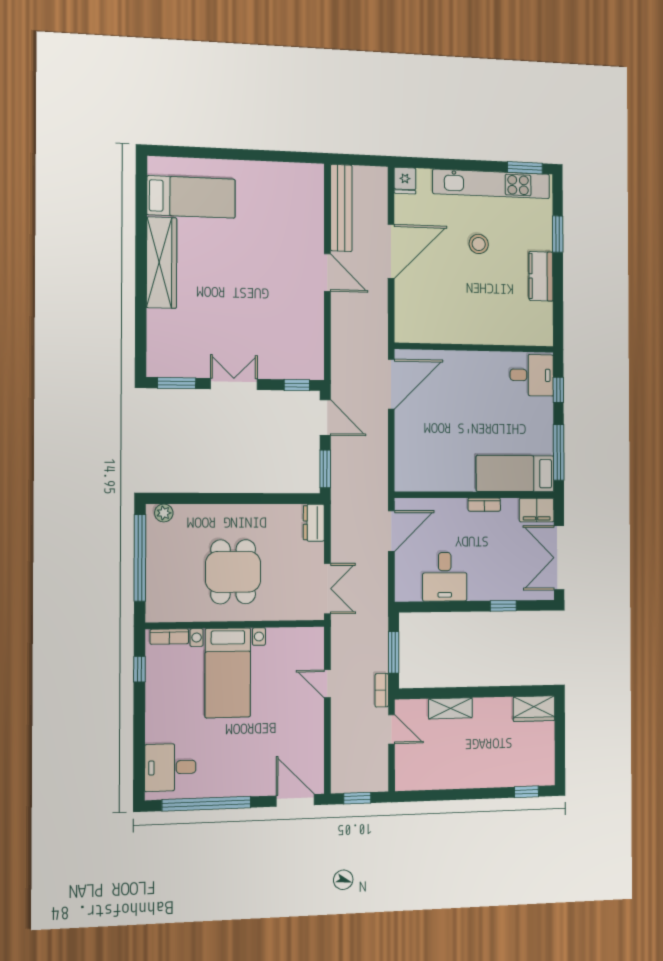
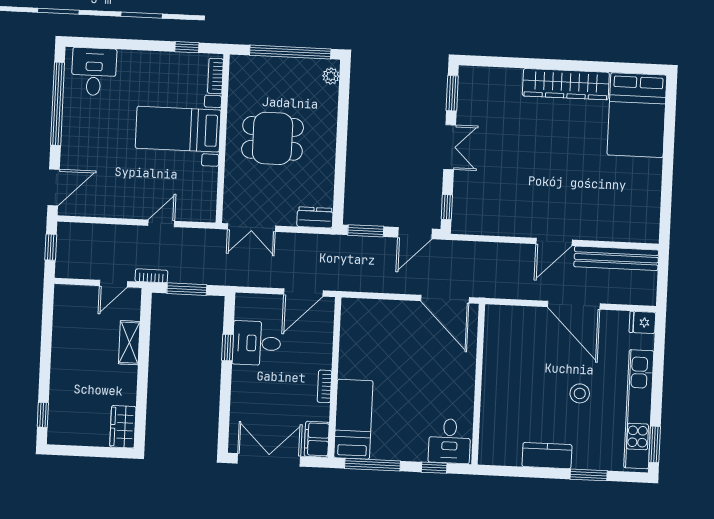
bed: (191, 197) -> (637, 115), width x1.50
door: (391, 531) -> (303, 293), hinge flipped
window: (503, 606) -> (227, 347), moved

